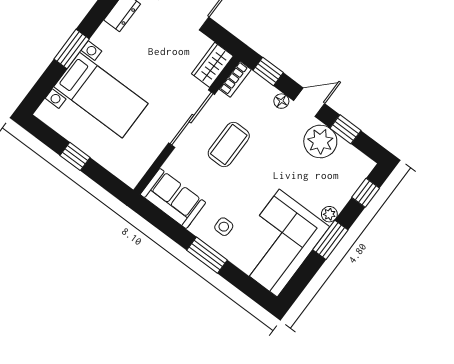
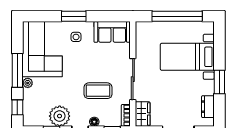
window: (72, 49) -> (219, 82), moved
coffee table: (229, 145) -> (98, 91), moved, turned 90
window: (75, 156) -> (177, 16), width x3.17
window: (330, 240) -> (17, 70), width x1.44

